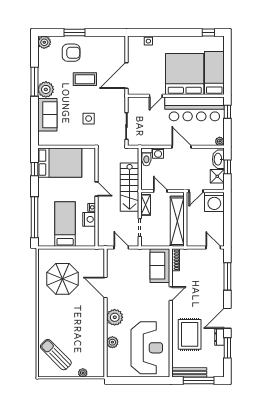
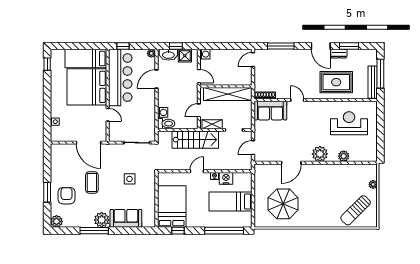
door: (181, 147) -> (156, 79), moved
washing machine: (214, 202) -> (205, 54), width x0.53, depth x0.53
reception desk: (147, 348) -> (349, 123), width x0.74, depth x0.77

